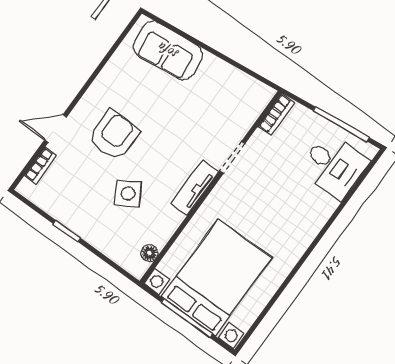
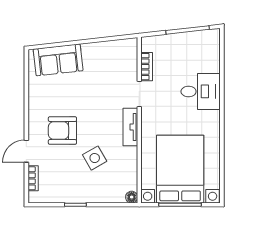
bookcase: (276, 115) -> (147, 67), moved
armchair: (114, 135) -> (62, 131), turned -90
desk: (334, 165) -> (201, 91), moved
floor lamp: (149, 253) -> (132, 197), moved

